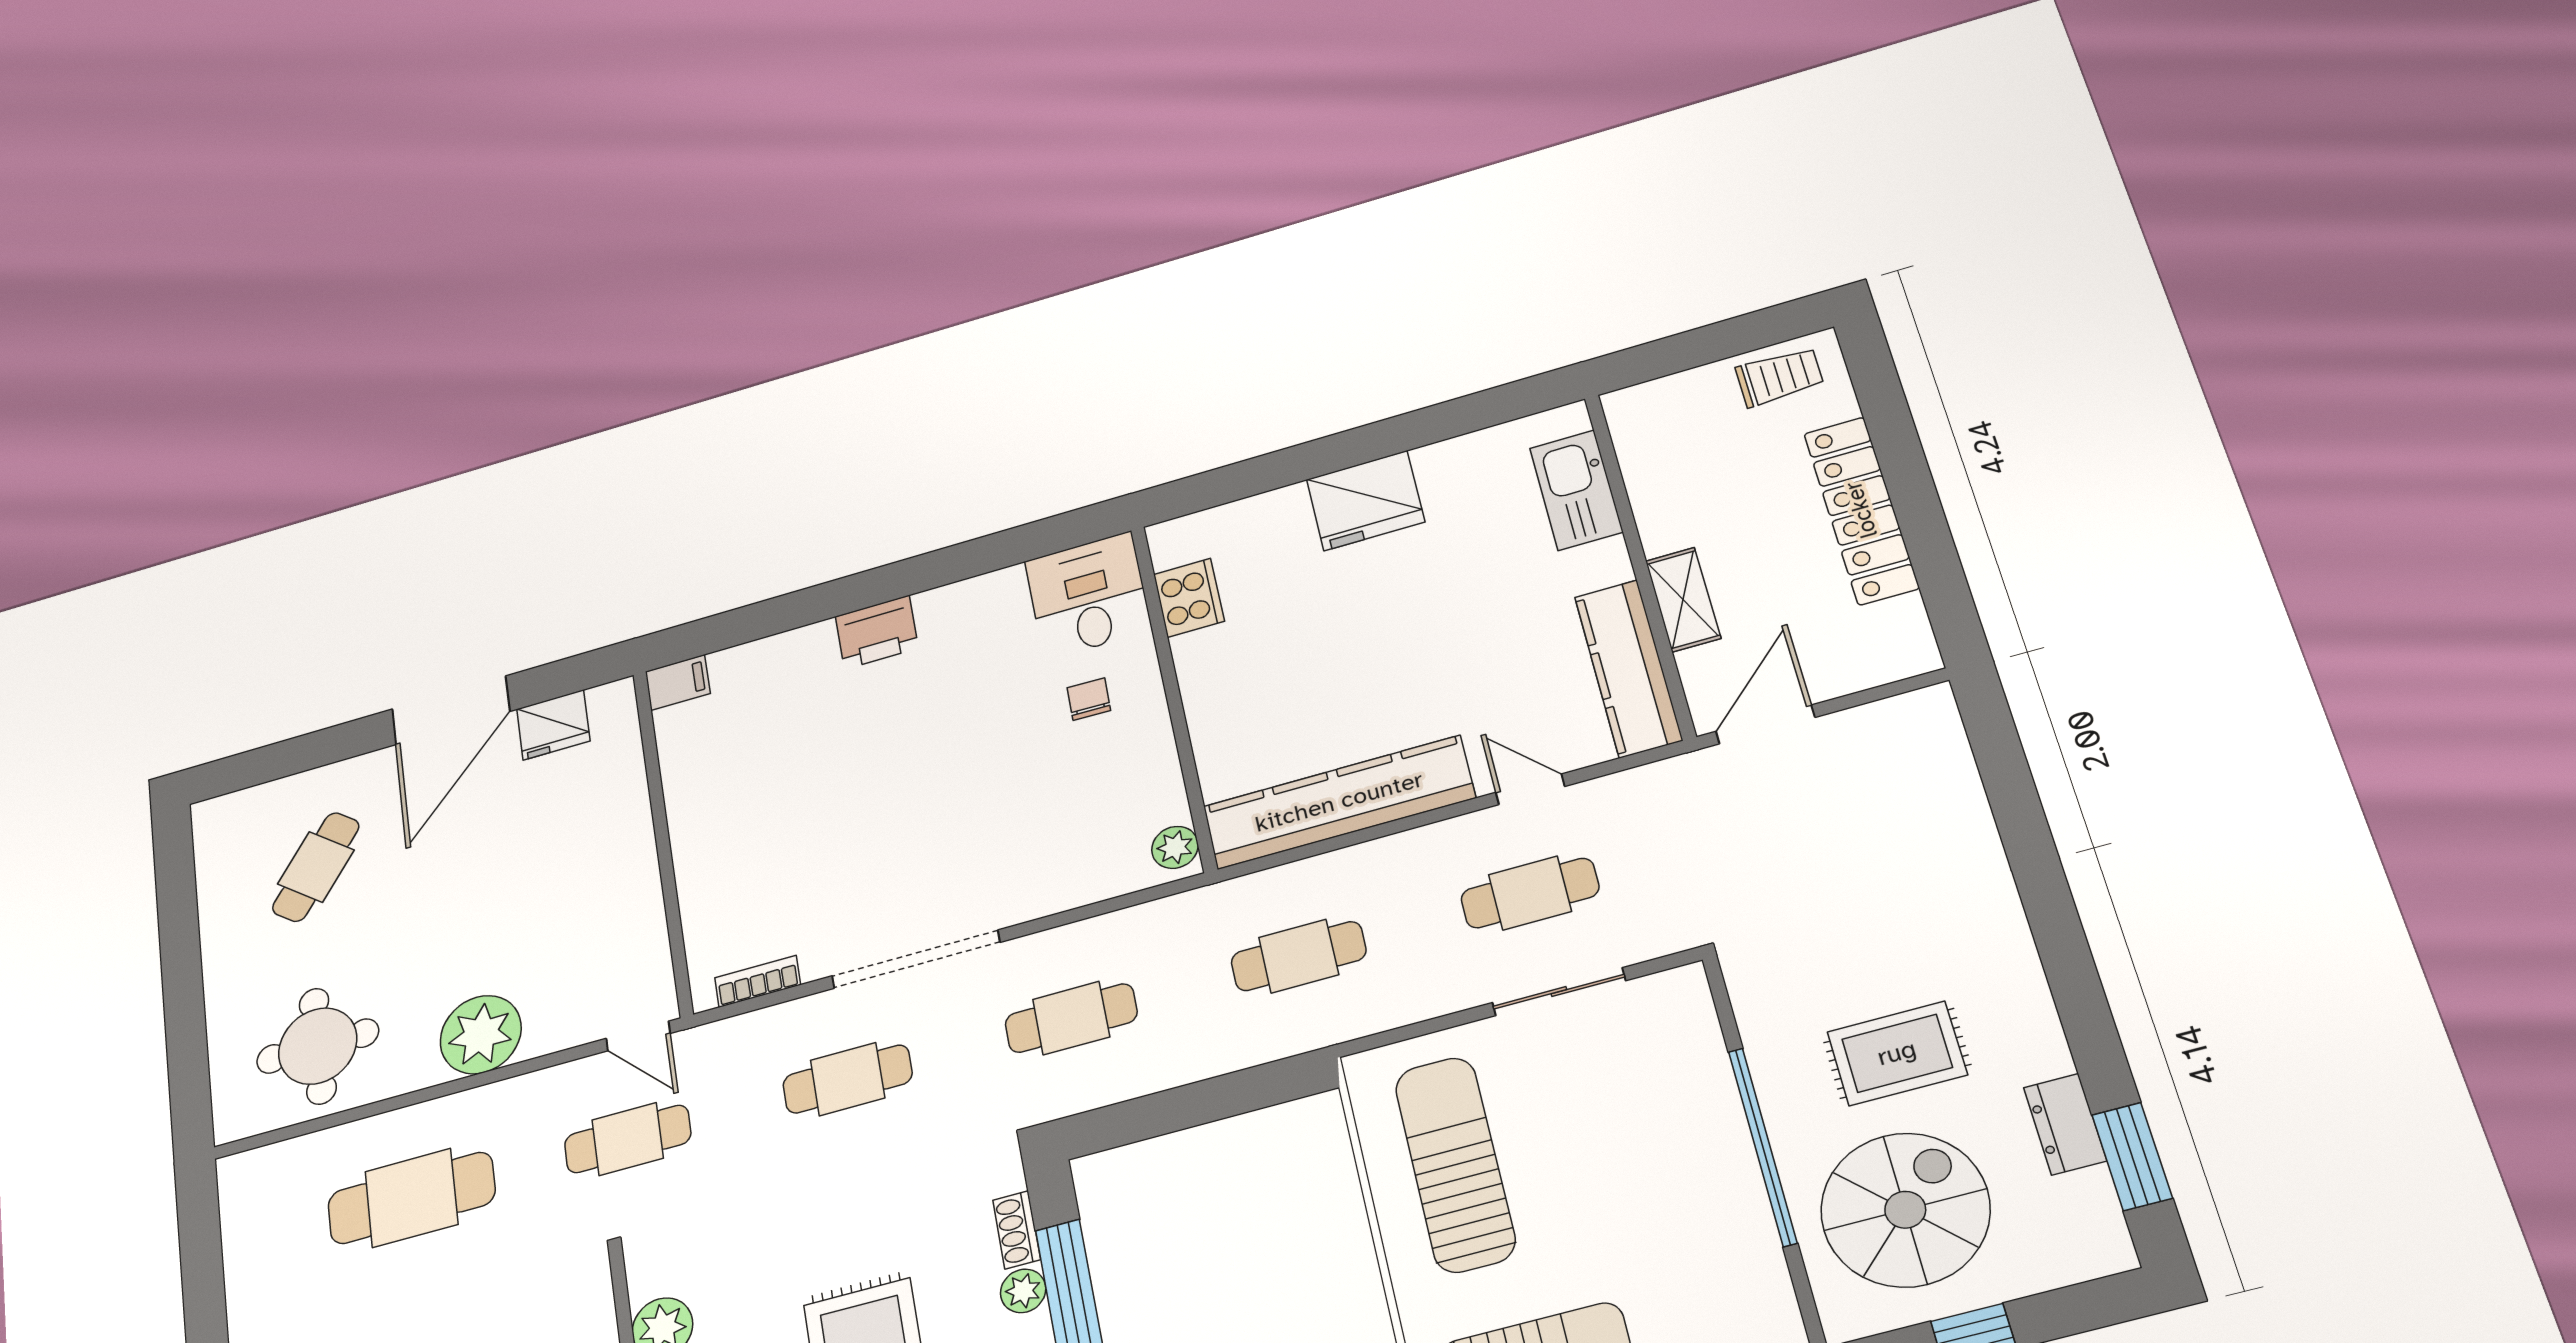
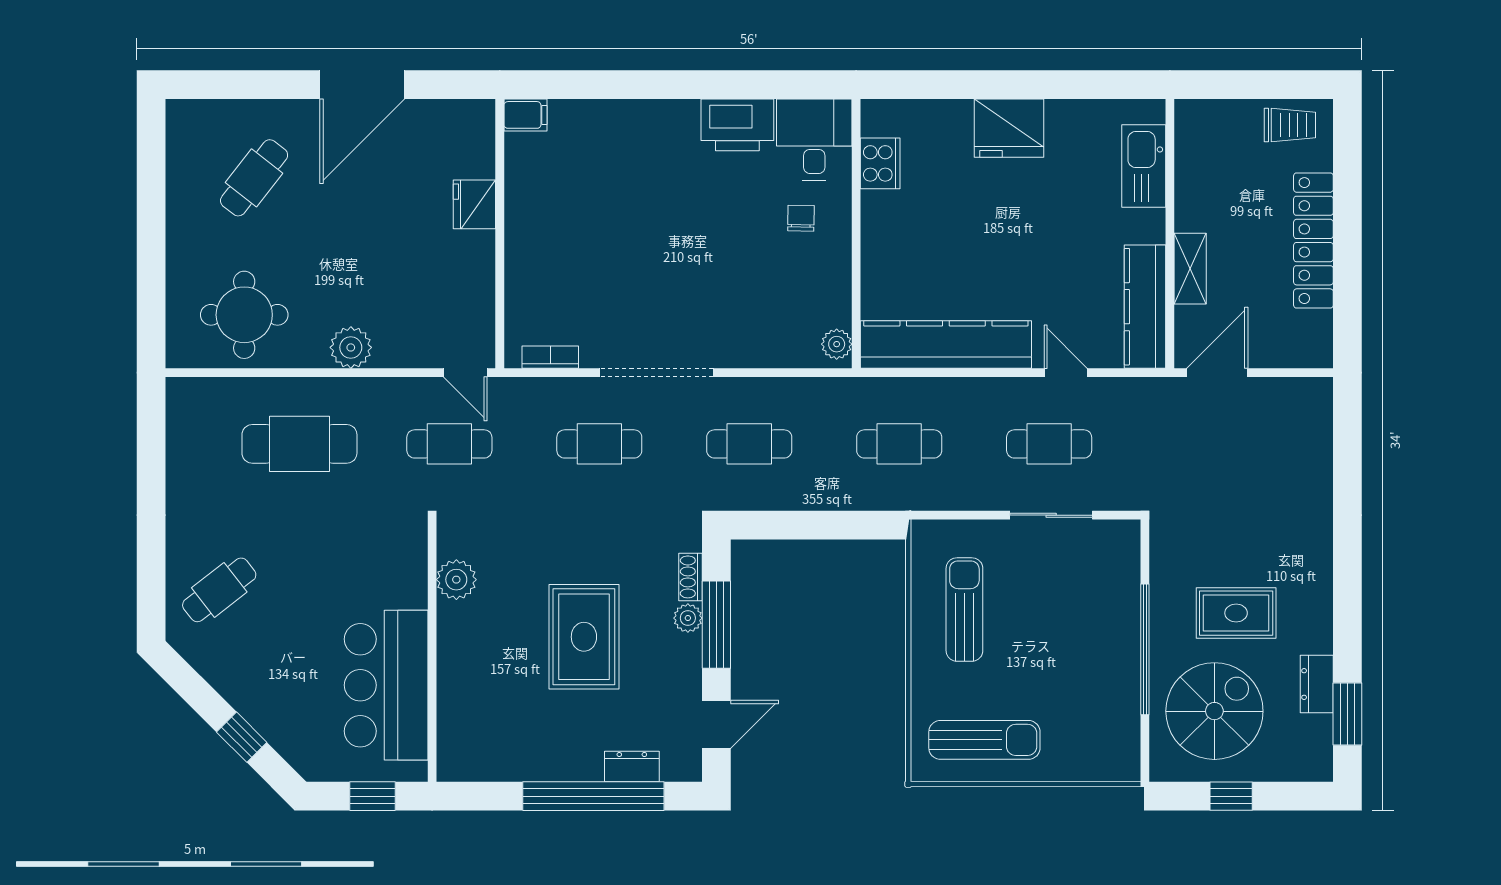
printer: (877, 632) -> (737, 125), moved, width x1.37, depth x1.19
fridge: (553, 725) -> (474, 204), moved, turned 90
plant: (481, 1035) -> (351, 347), width x0.73, depth x0.73
sun lounger: (1455, 1164) -> (964, 610), width x0.73, depth x0.75

